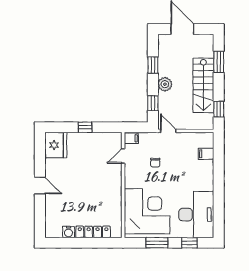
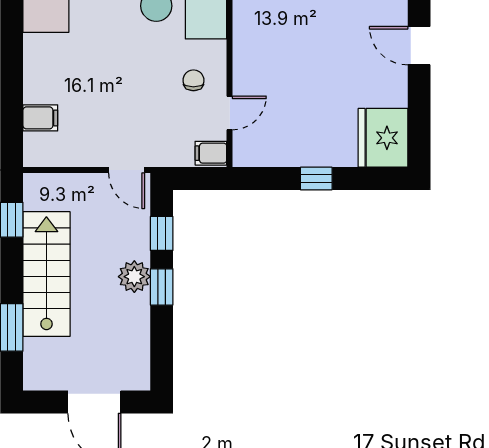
window: (153, 65) -> (162, 287), moved
chair: (155, 163) -> (193, 80), moved

